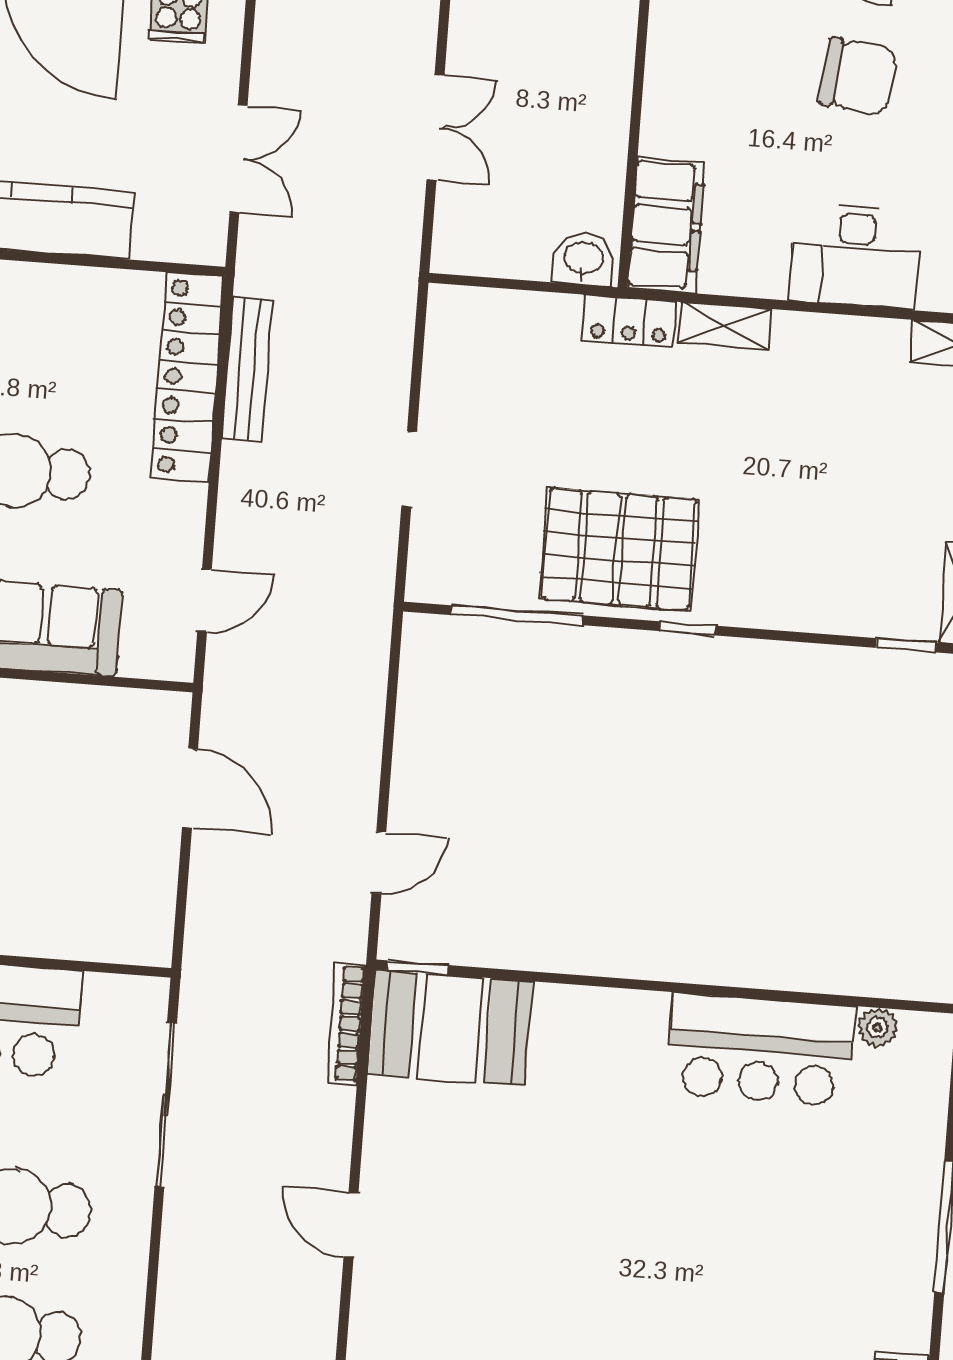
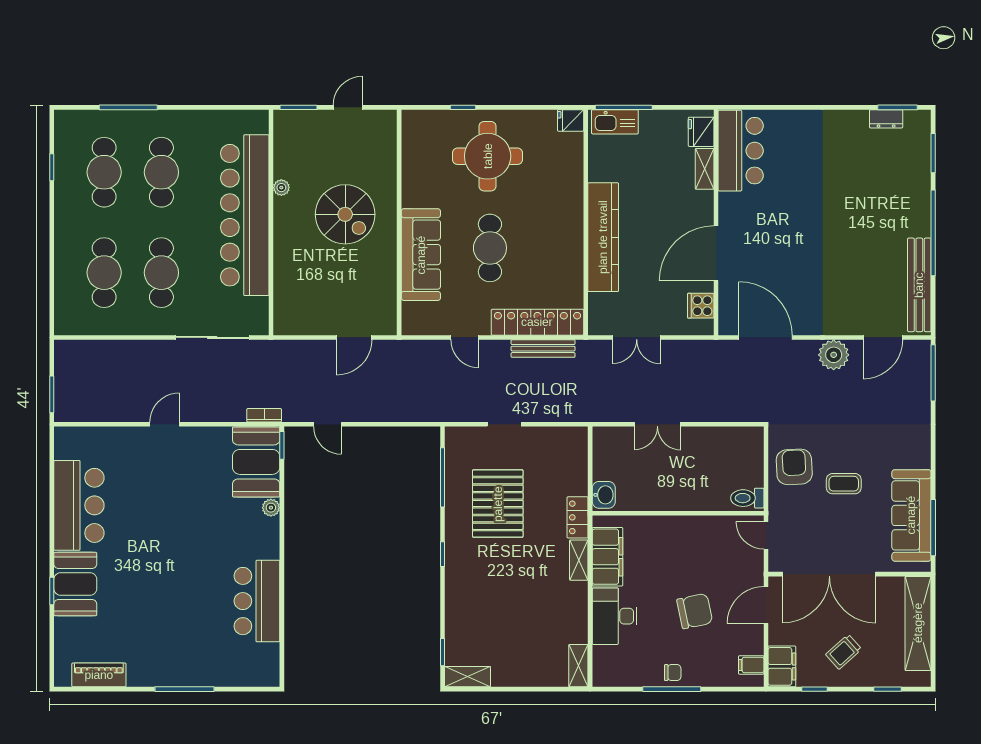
chair: (858, 77) -> (695, 611), turned -108
filing cabinet: (666, 225) -> (608, 557), moved, turned -90
pallet: (619, 549) -> (498, 504), moved
door: (205, 601) -> (465, 337), moved
bookcase: (346, 1024) -> (264, 415), width x0.64
plant: (877, 1028) -> (271, 508), moved

